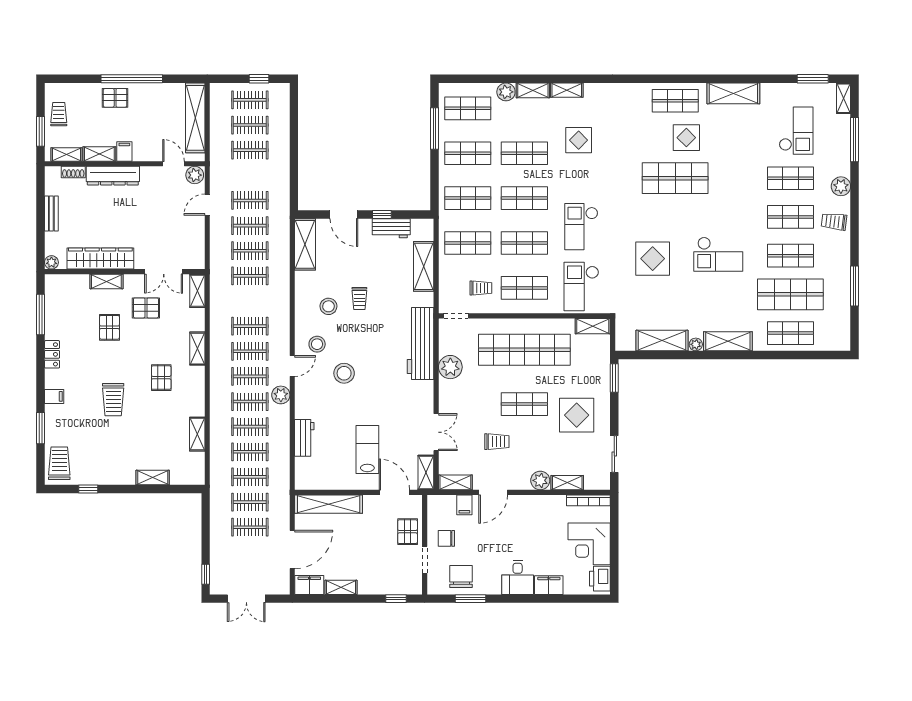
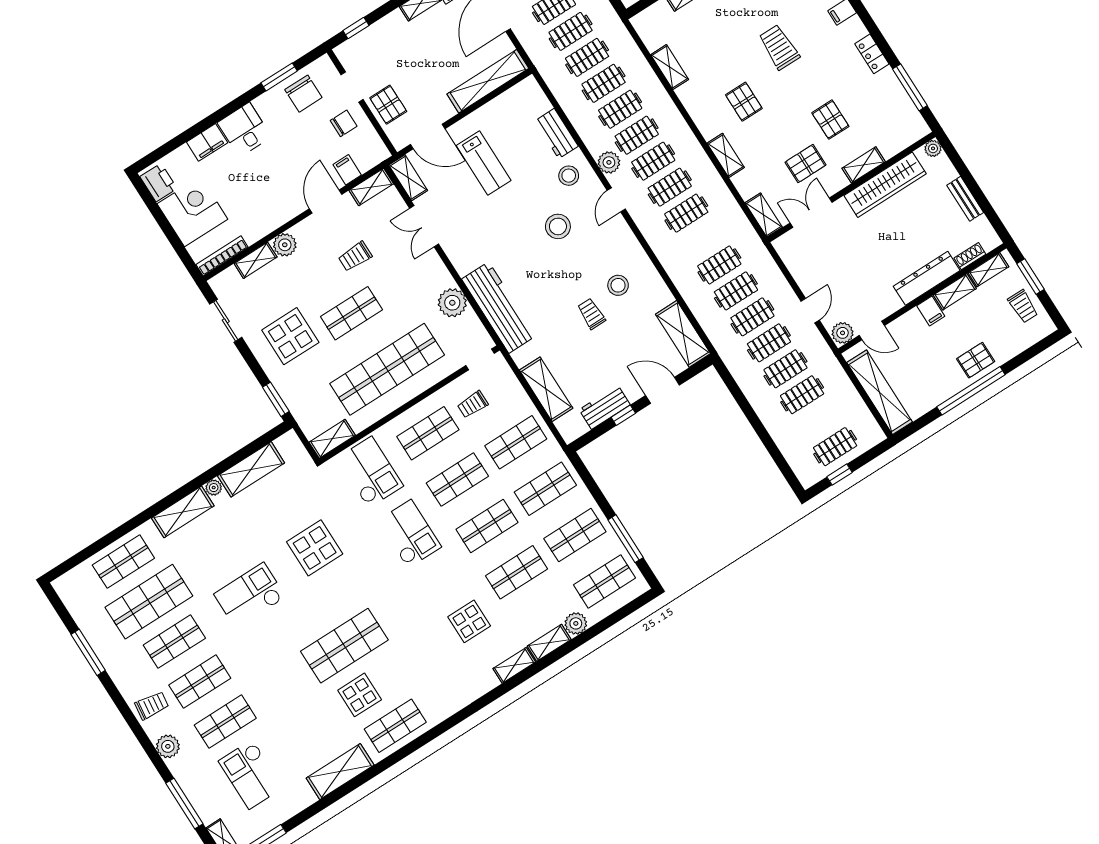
clothes rail: (250, 125) -> (785, 369), moved
stool: (317, 344) -> (569, 176), moved

